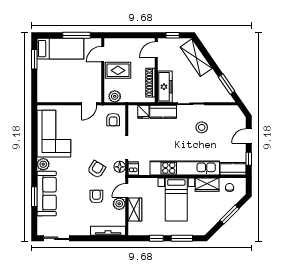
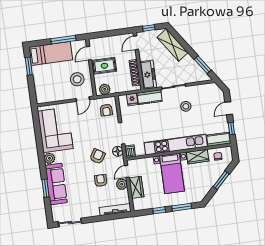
stool: (86, 81) -> (77, 79), added

